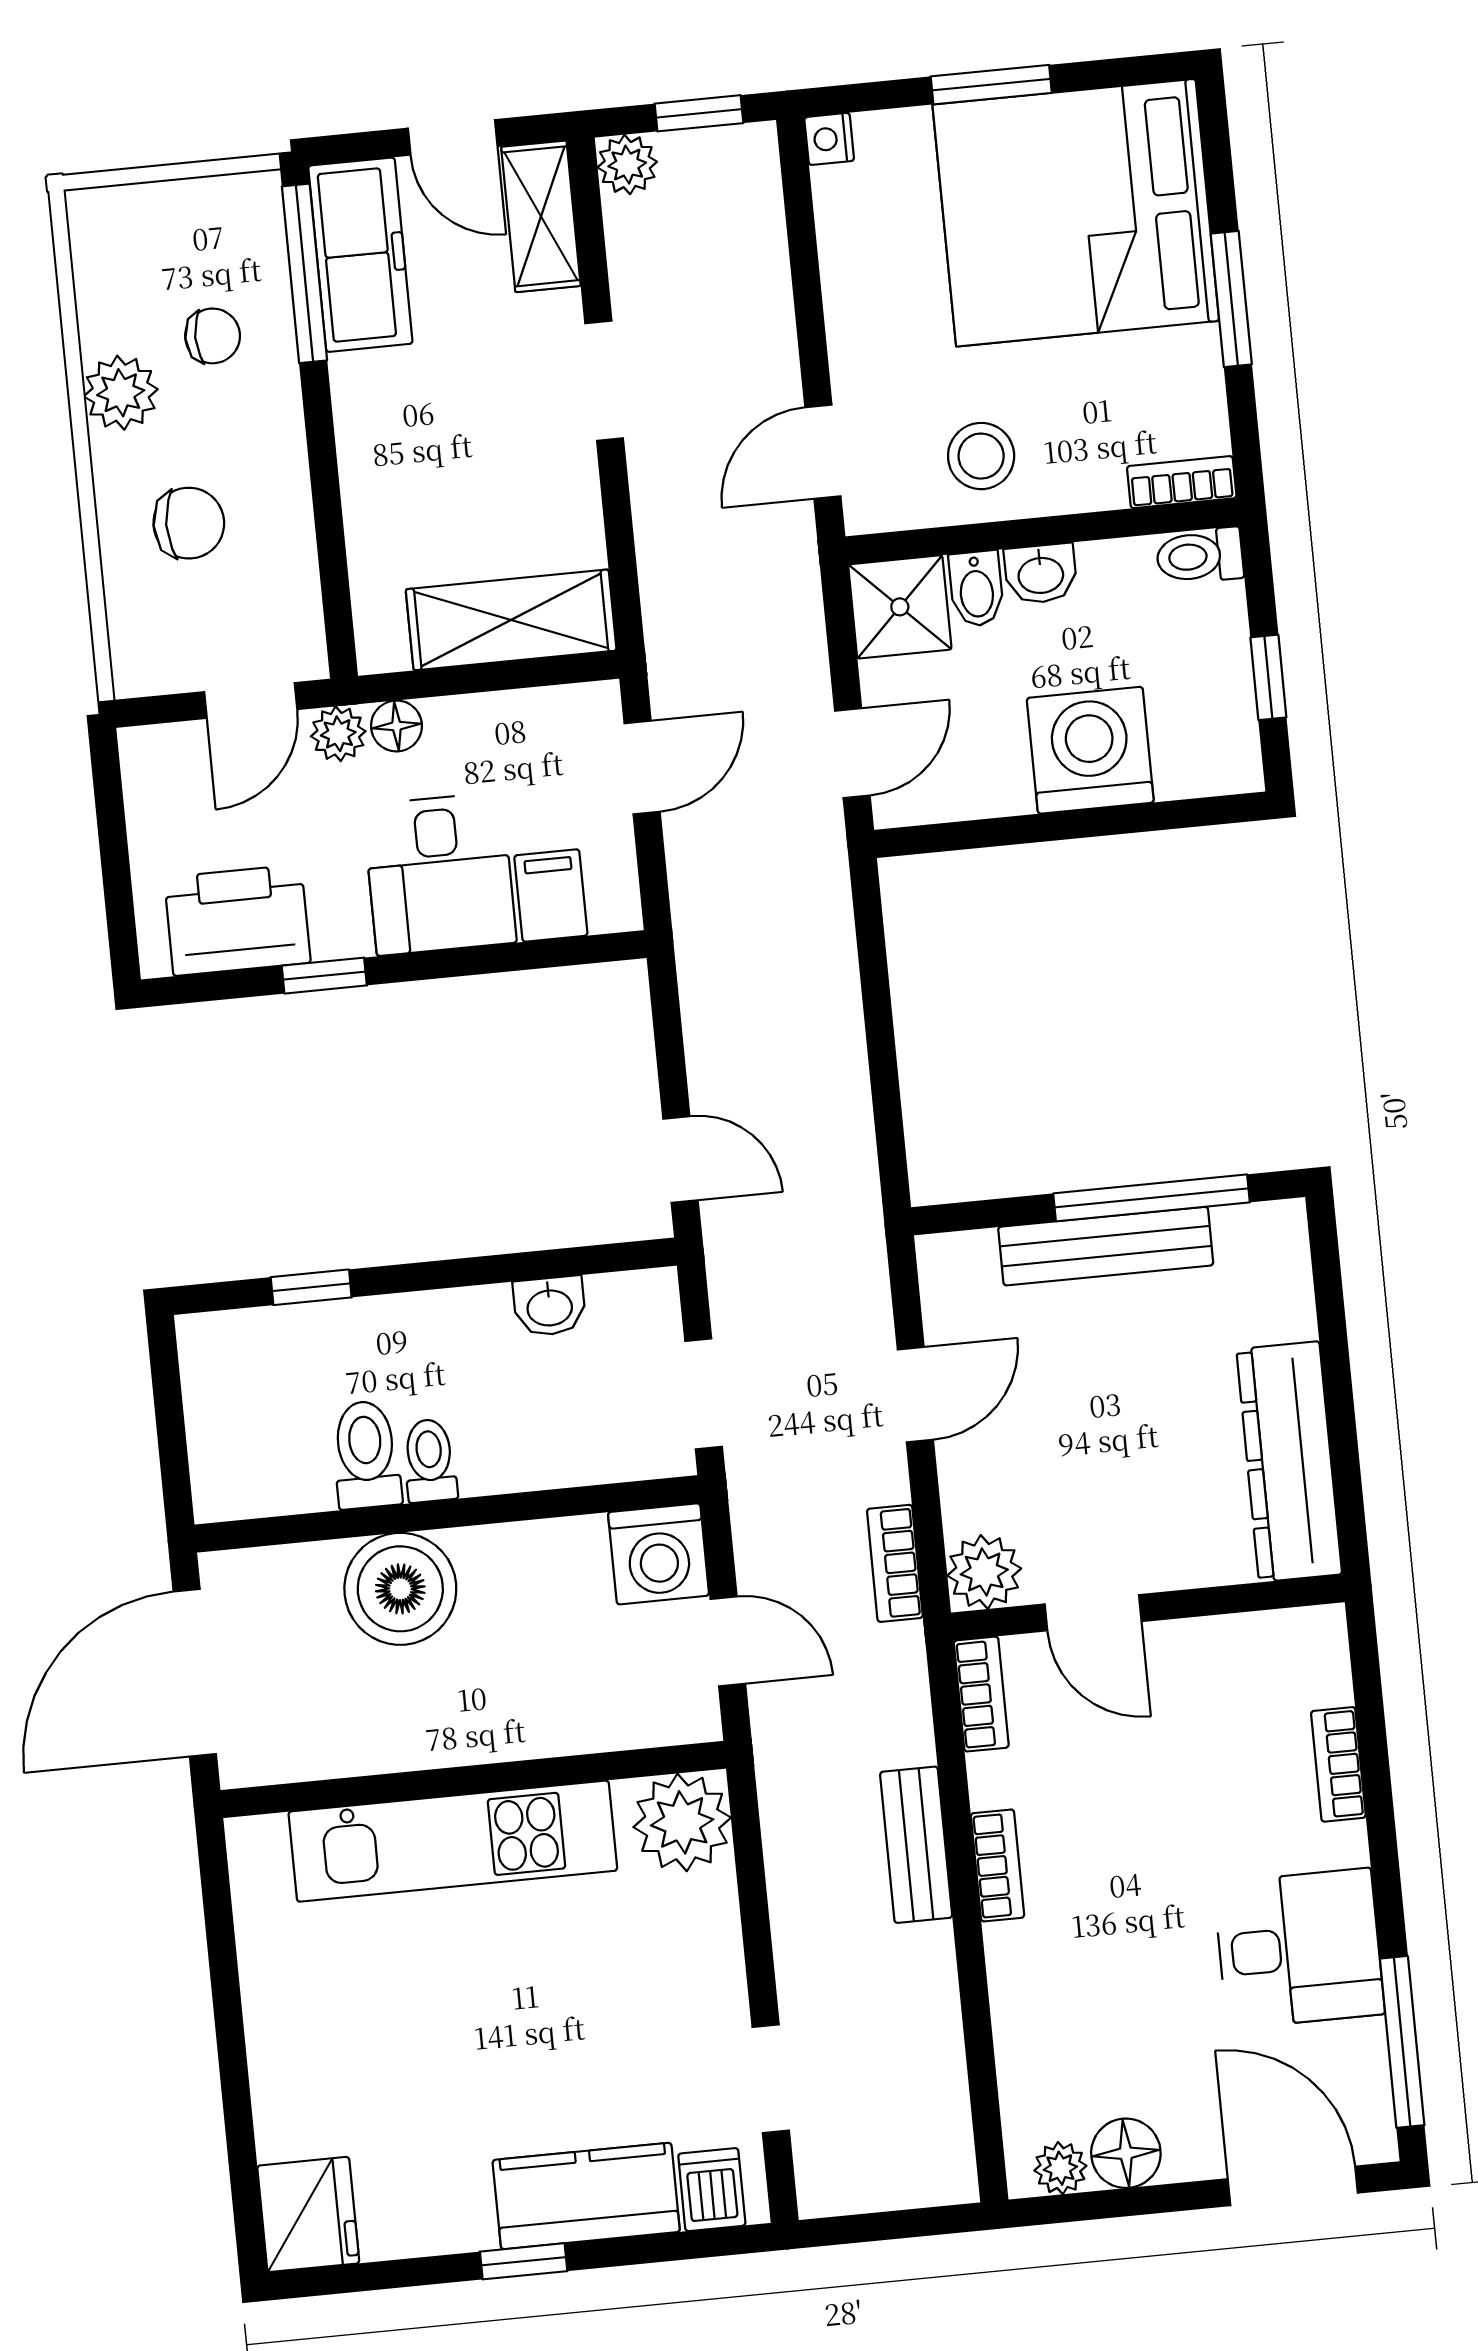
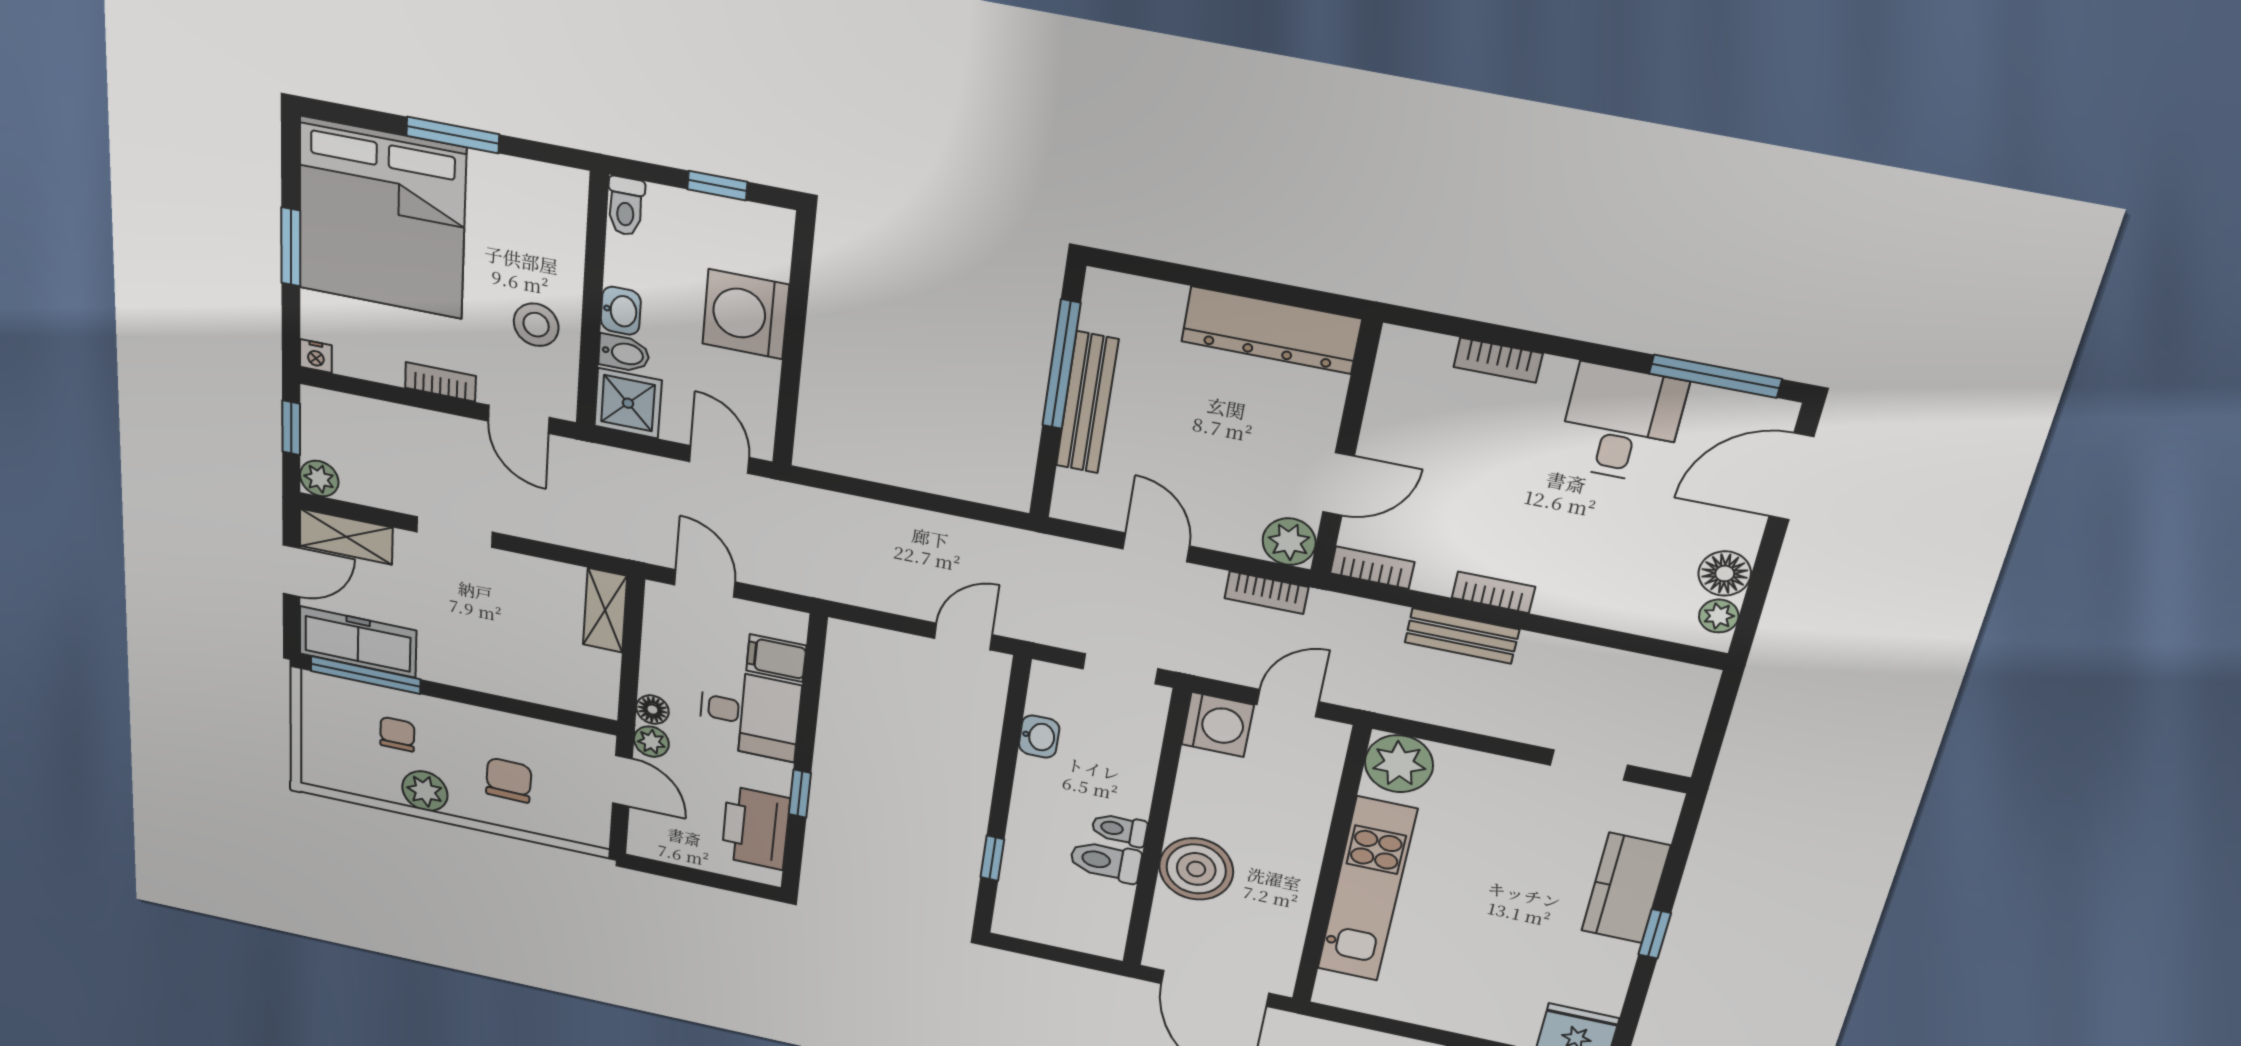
bookcase: (1182, 482) -> (441, 382), moved, turned 90
shelving: (511, 620) -> (605, 610), width x0.67, depth x0.75
dishwasher: (712, 2190) -> (1650, 819), removed

